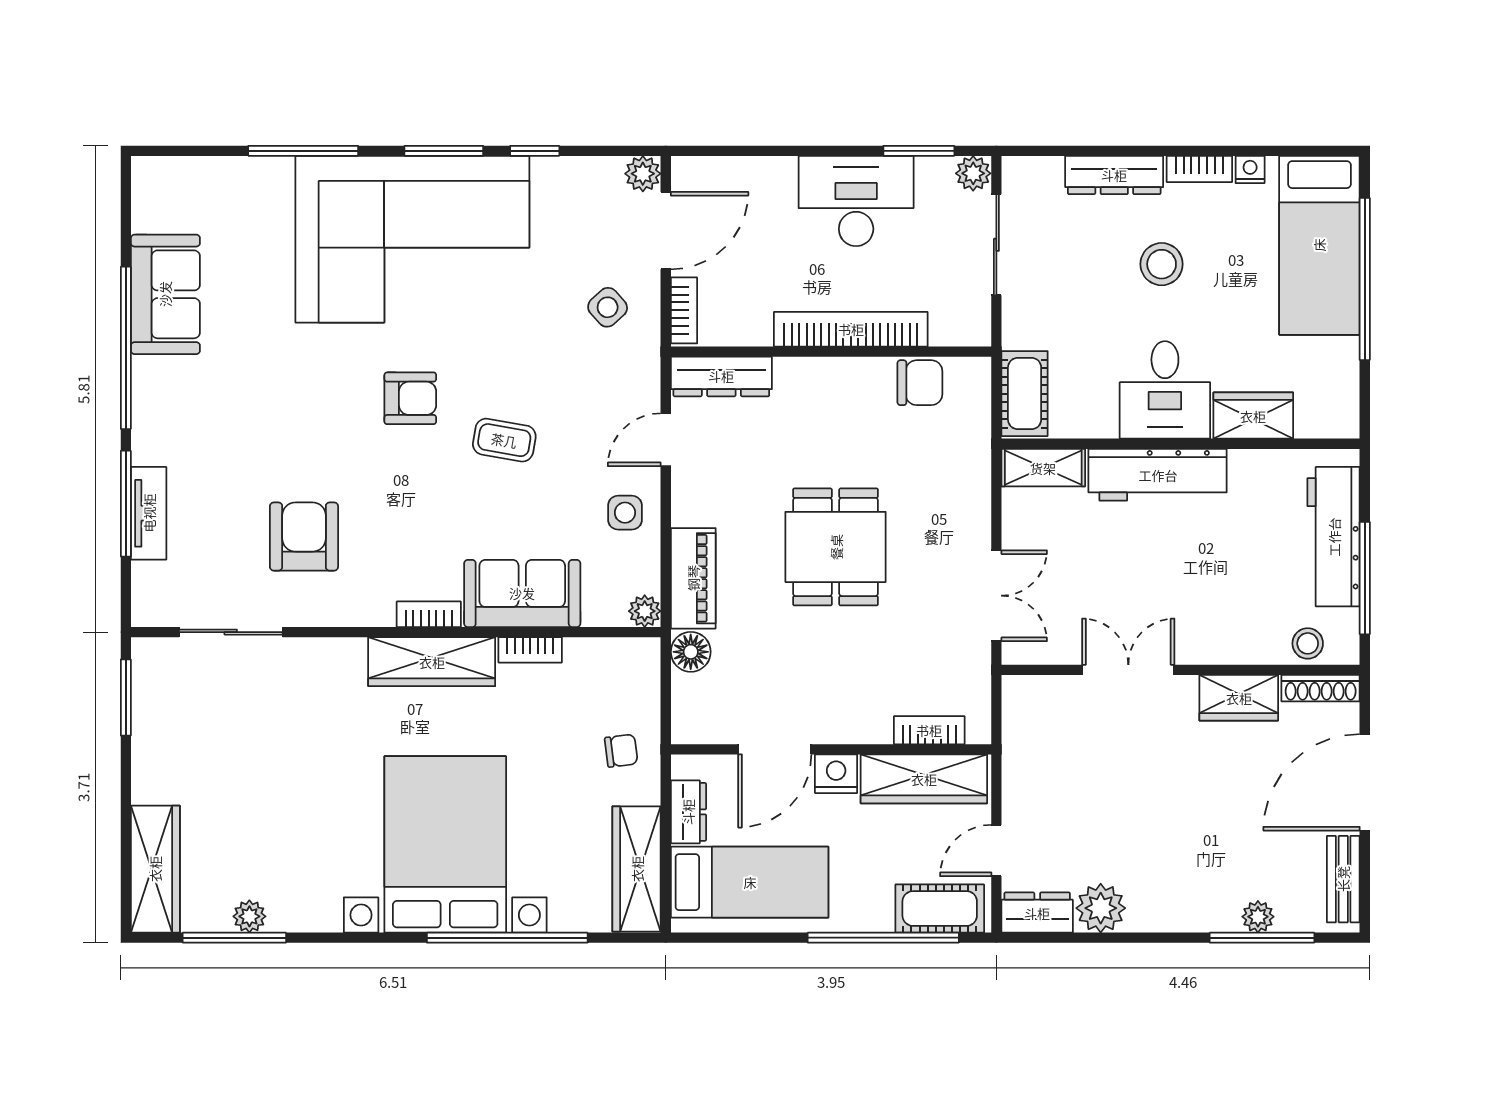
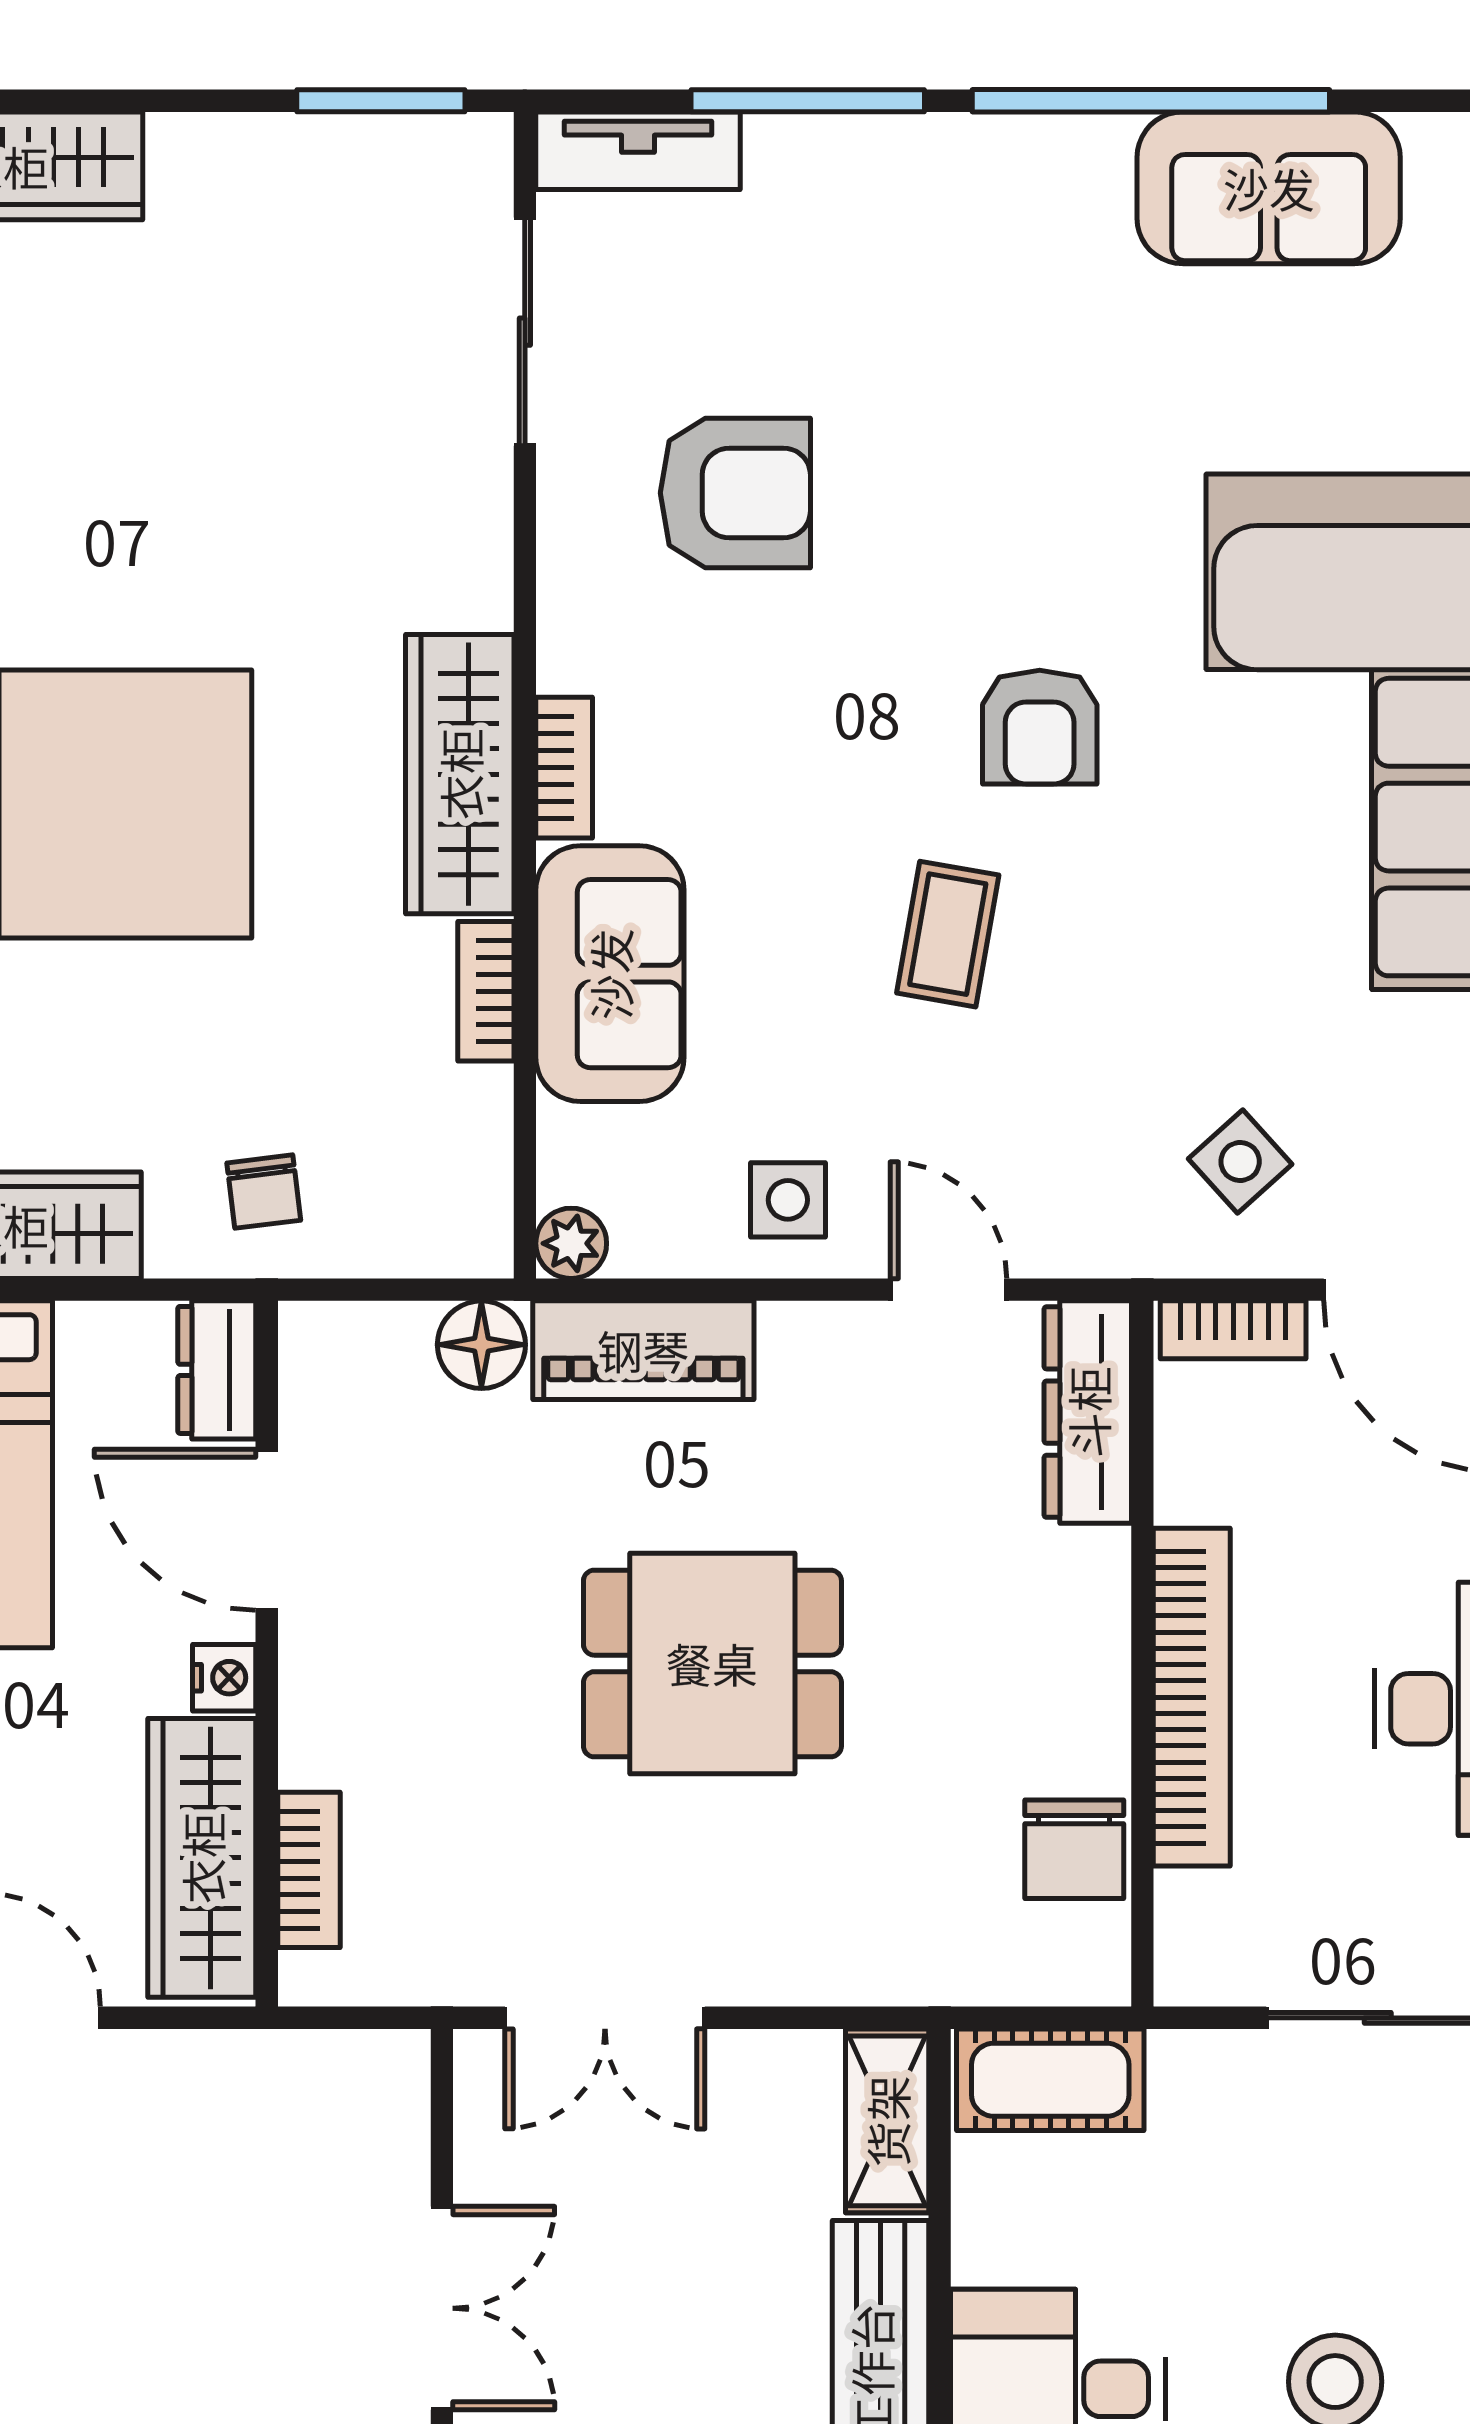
tv unit: (149, 513) -> (638, 151), moved
nightstand: (836, 774) -> (224, 1678), width x0.72, depth x0.74
dresser: (688, 812) -> (217, 1370), moved, turned 90

